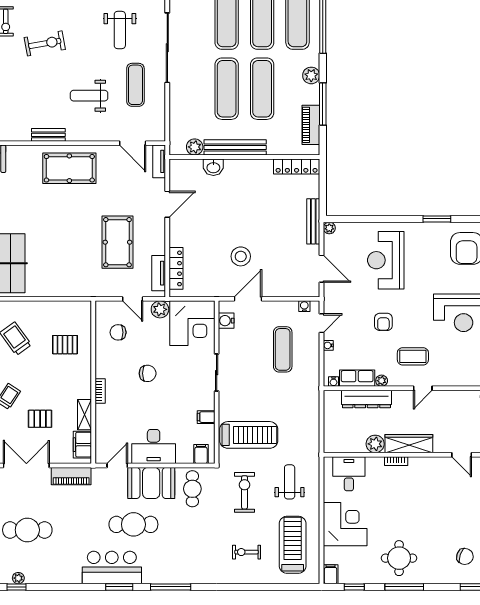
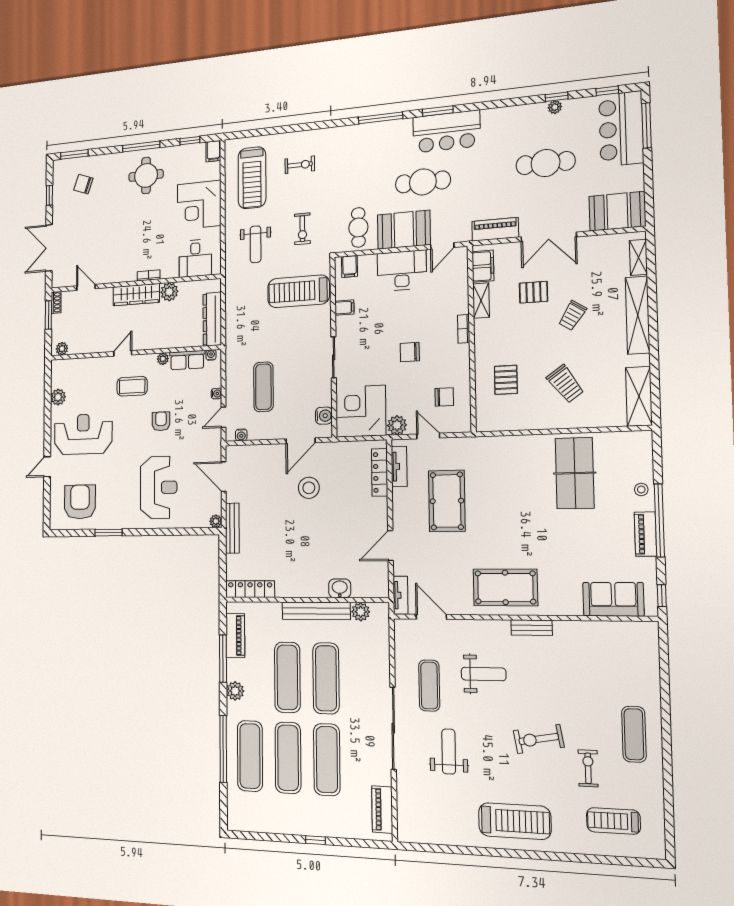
pallet: (65, 345) -> (506, 380), turned 90
dresser: (366, 399) -> (212, 319), moved, turned -90
exercise bike: (245, 492) -> (302, 229), width x0.73, depth x0.72

